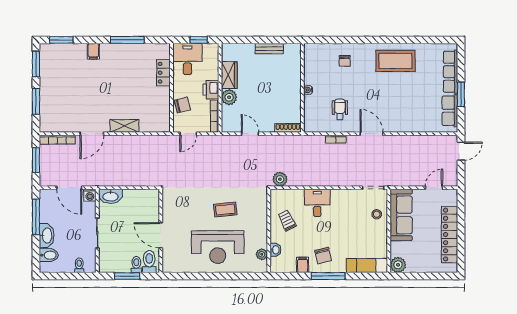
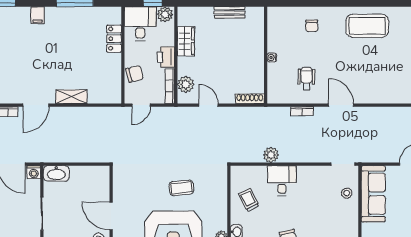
plant: (210, 50) -> (165, 14), added
plant: (229, 97) -> (186, 84), moved
plant: (280, 179) -> (271, 155), moved

